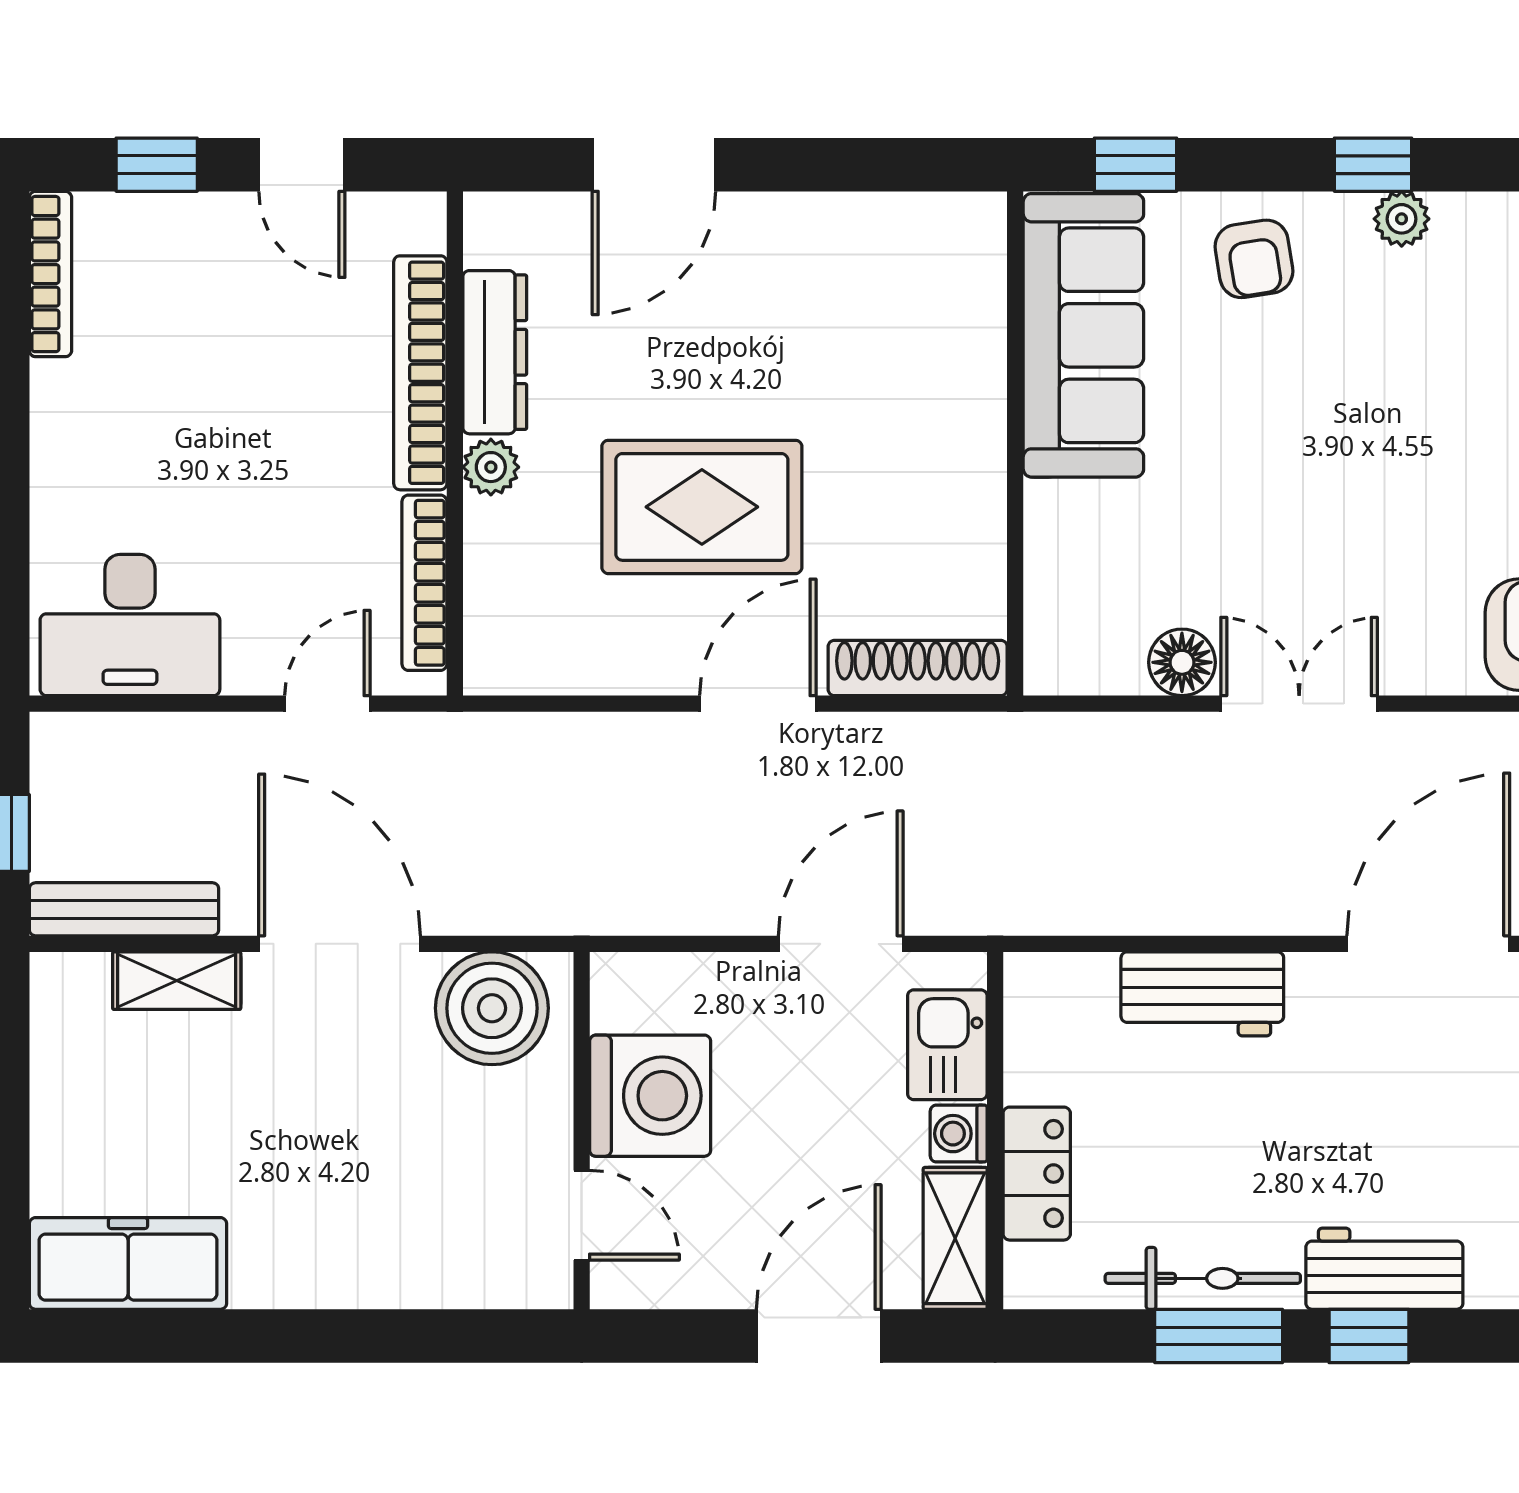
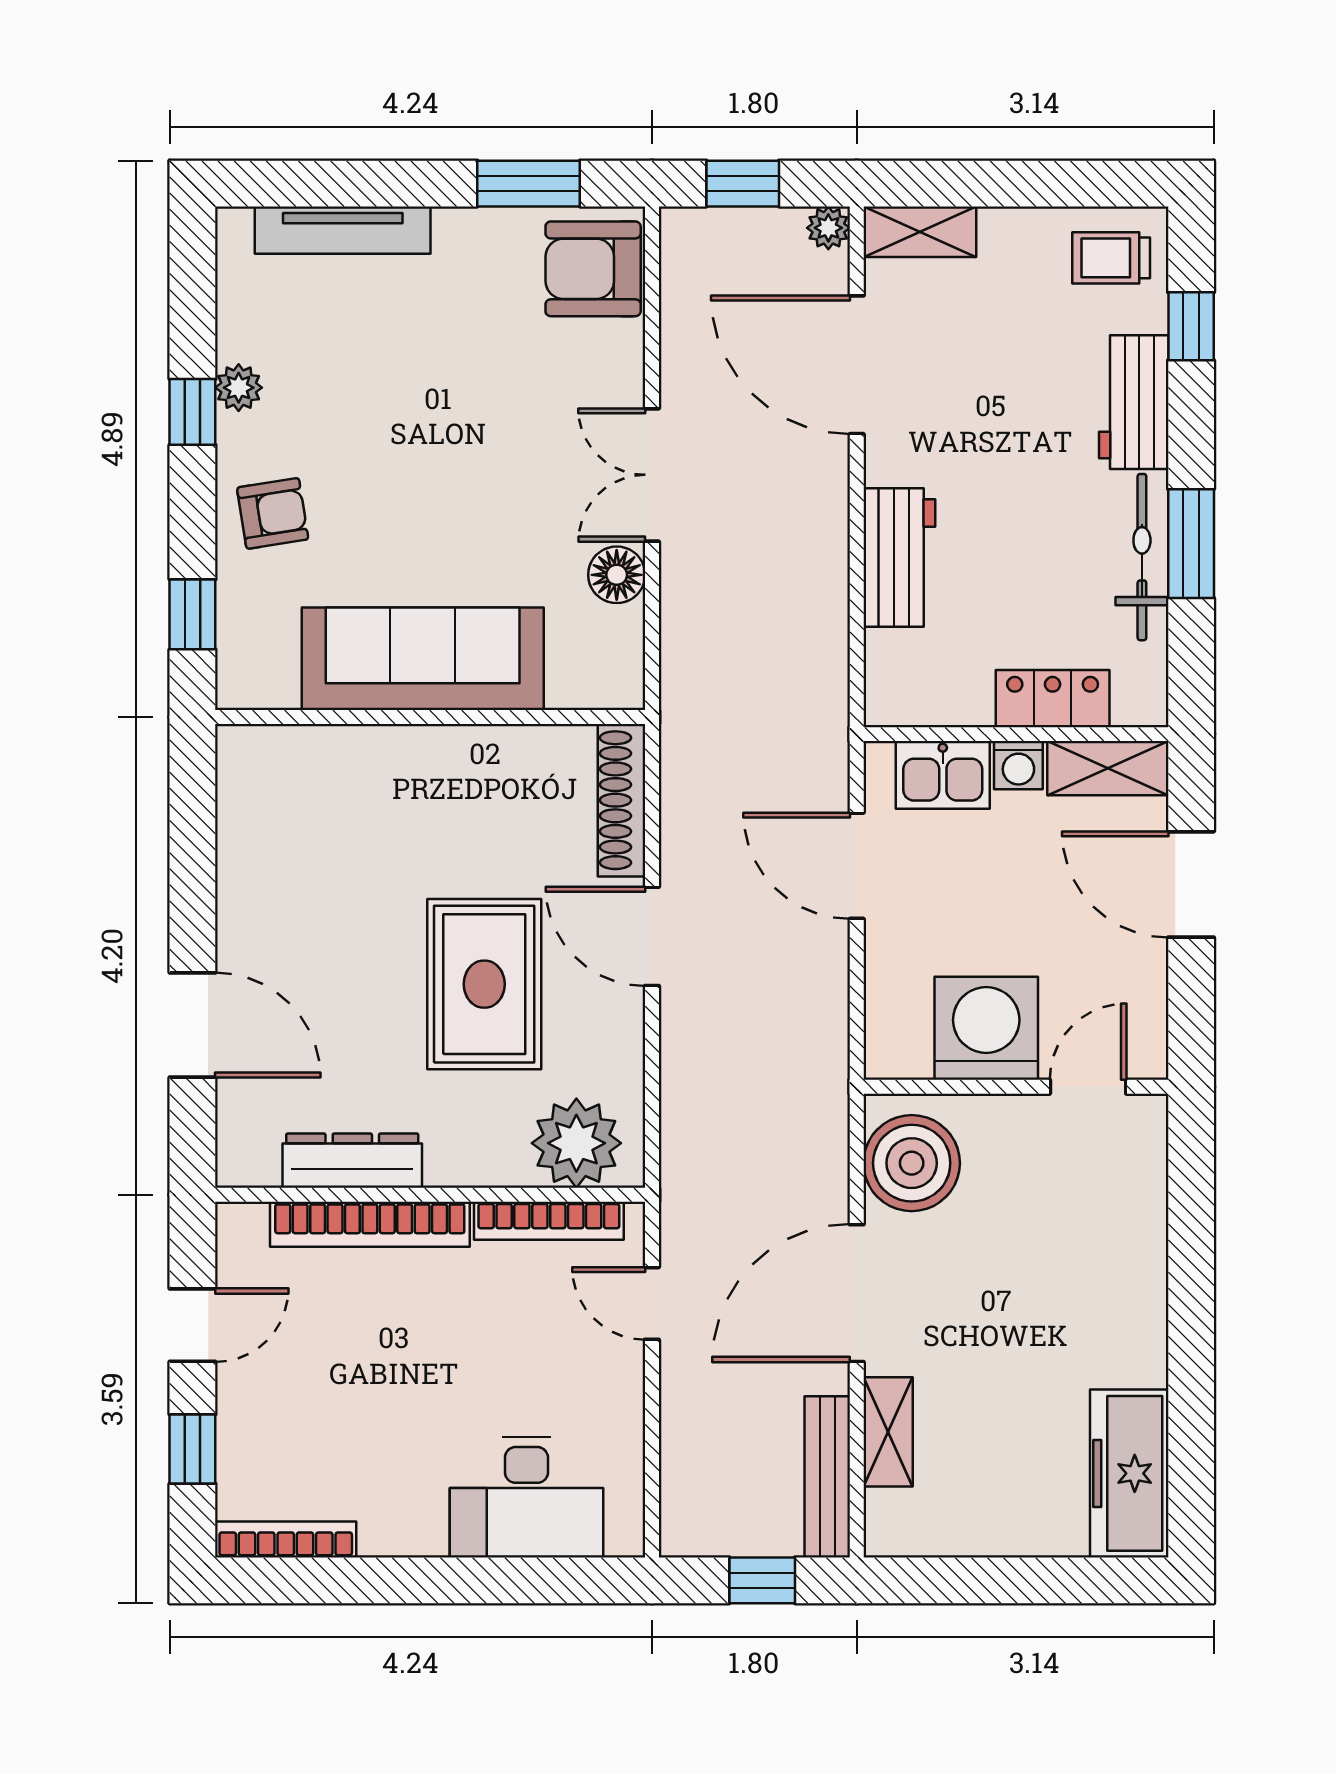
sofa: (1083, 335) -> (423, 659), moved
plant: (491, 467) -> (576, 1143), moved, width x1.88, depth x1.88
desk: (130, 625) -> (526, 1497), moved, turned 90
window: (1369, 1336) -> (1191, 326), moved

